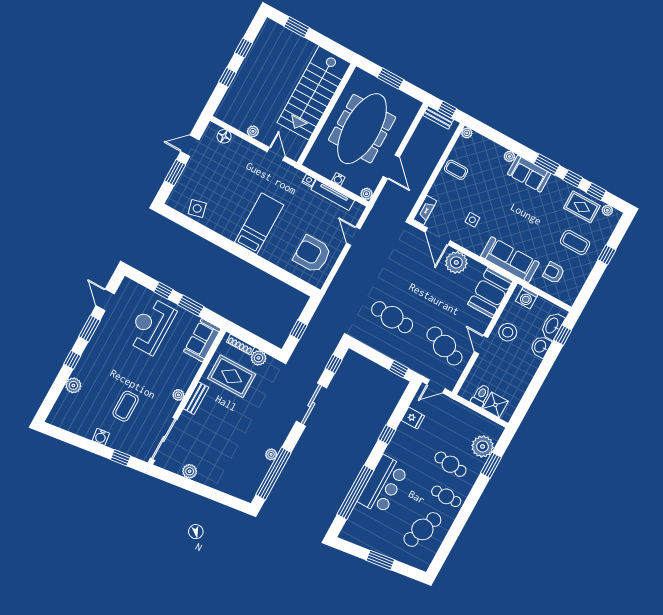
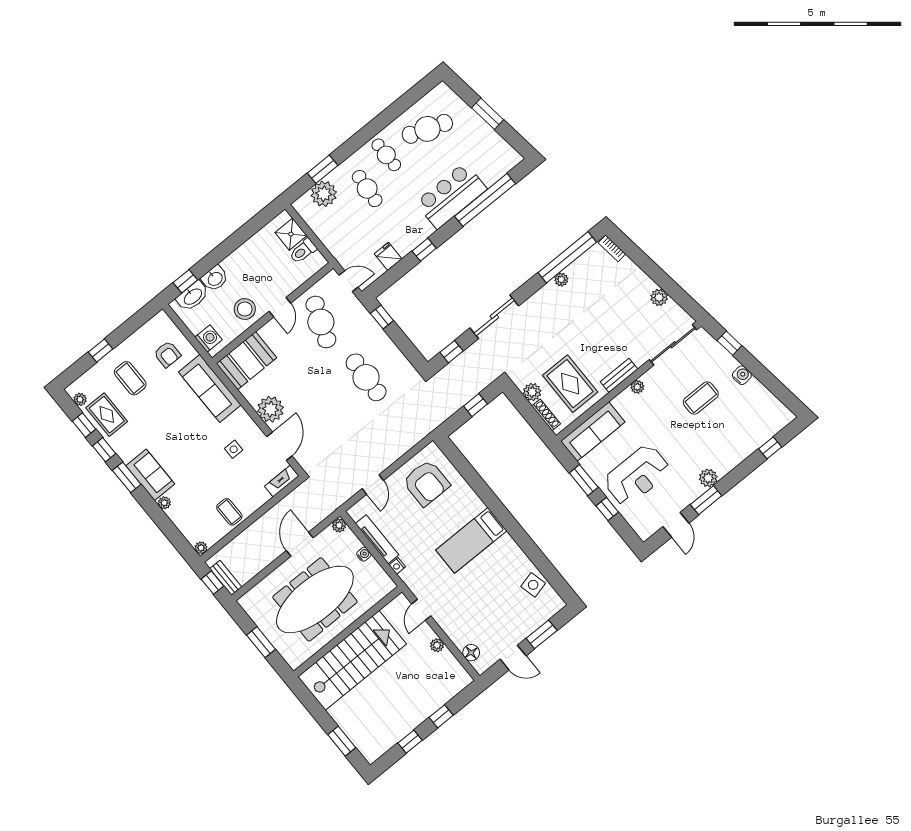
sofa: (202, 340) -> (593, 432), width x1.36
window: (72, 360) -> (770, 448), moved
plant: (73, 385) -> (708, 478), moved
bookcase: (242, 494) -> (612, 248), added

